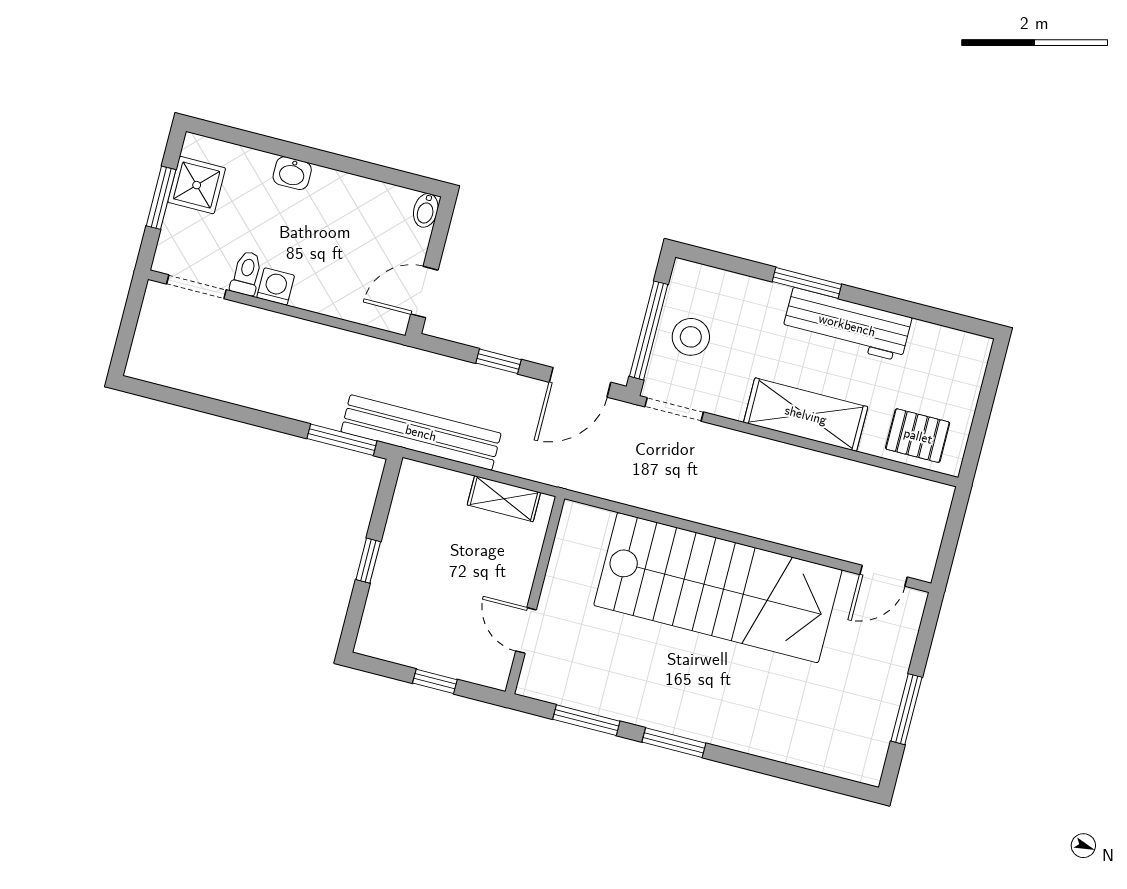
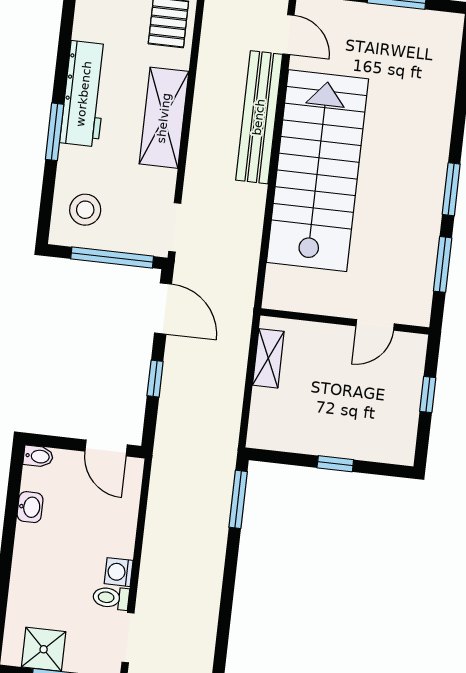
washbasin: (292, 173) -> (30, 507), moved
stool: (691, 337) -> (85, 210), moved
bench: (421, 433) -> (259, 117), moved

